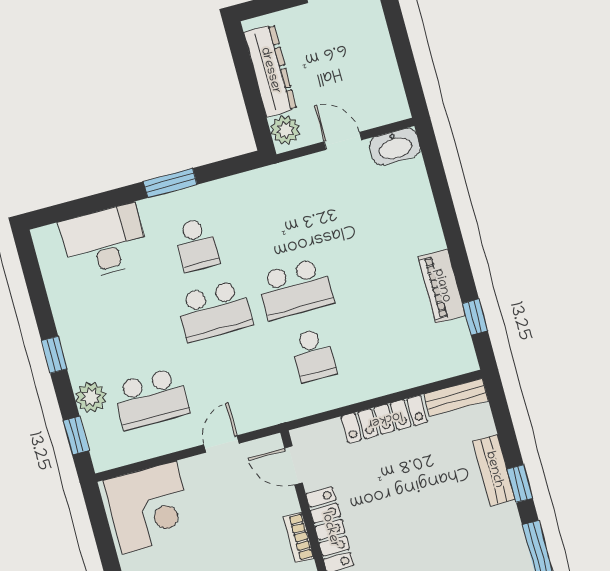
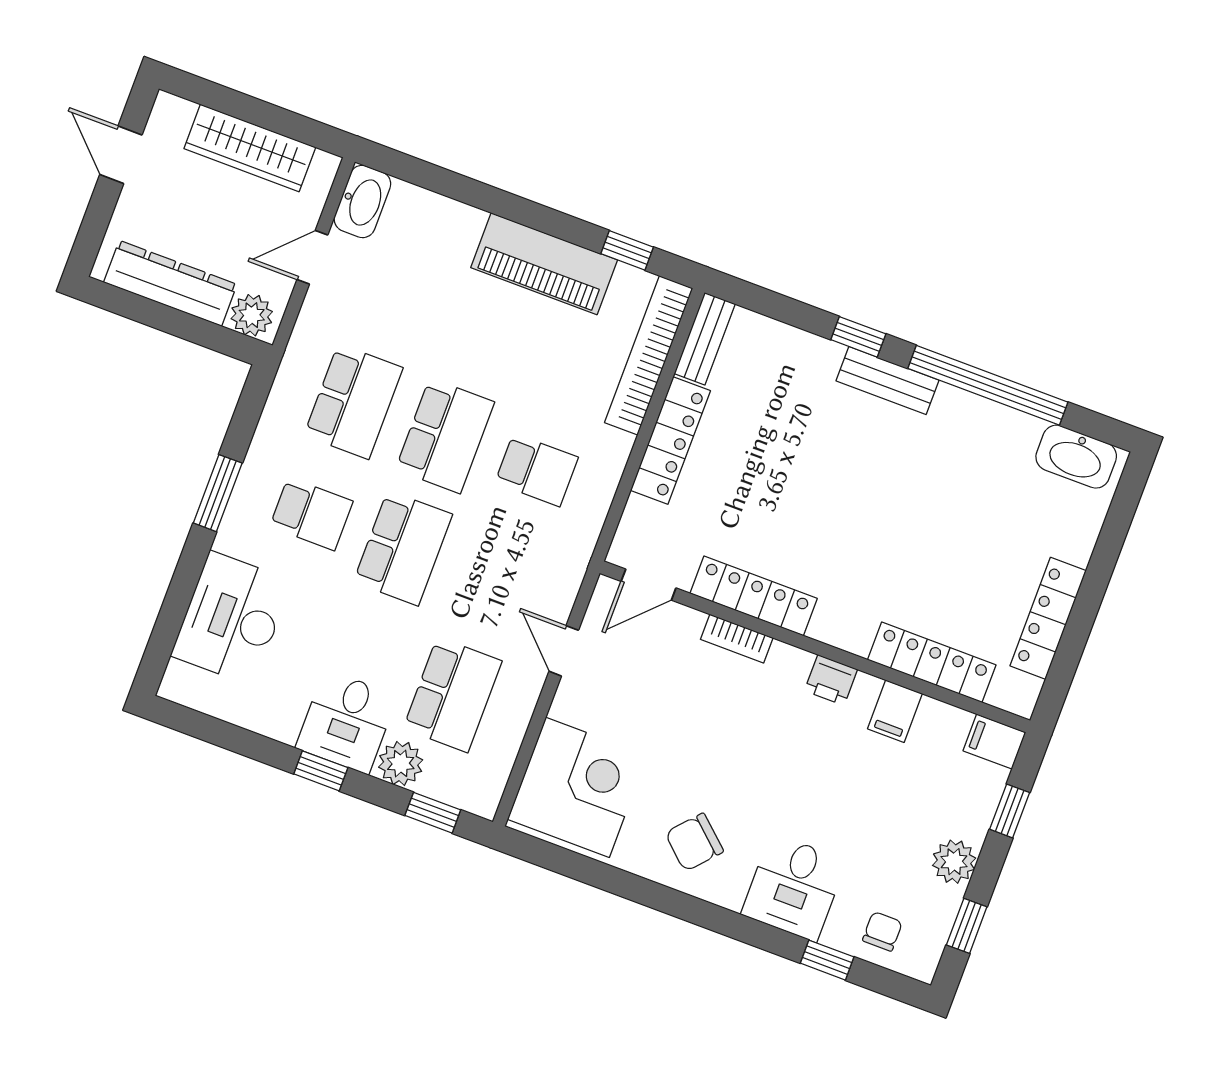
wardrobe: (380, 61) -> (250, 148), added
school desk: (278, 223) -> (353, 401), added
piano: (442, 286) -> (544, 264), width x1.37, depth x1.33
desk: (93, 349) -> (347, 722), added
bookcase: (424, 372) -> (649, 355), added
bench: (494, 470) -> (888, 381), moved

